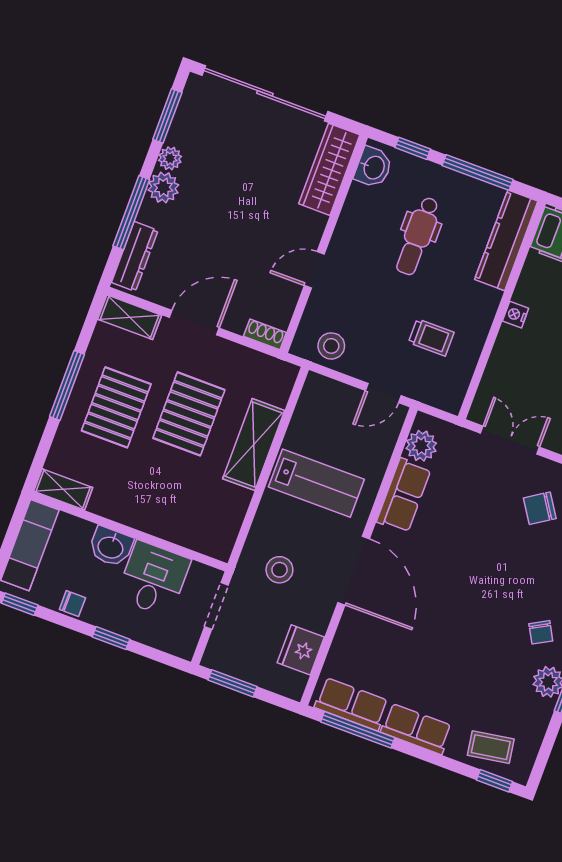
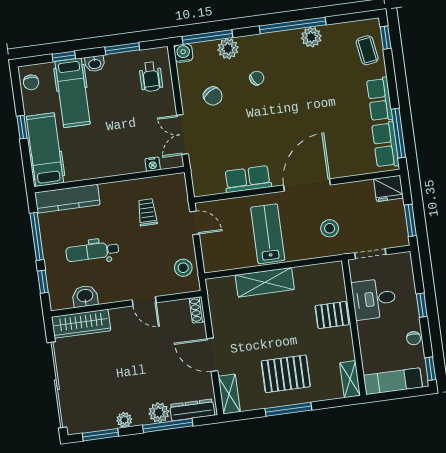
washbasin: (373, 167) -> (85, 296), moved
plant: (163, 187) -> (159, 413), moved
dental chair: (418, 236) -> (92, 252), turned 180
nightstand: (516, 315) -> (153, 164), moved
pallet: (189, 414) -> (332, 315), moved, width x0.67, depth x0.71
plant: (421, 446) -> (213, 184), removed
washbasin: (111, 547) -> (369, 334), removed
chair: (72, 604) -> (414, 338), turned 180
chair: (541, 632) -> (257, 78), moved
fridge: (301, 650) -> (389, 188), moved

